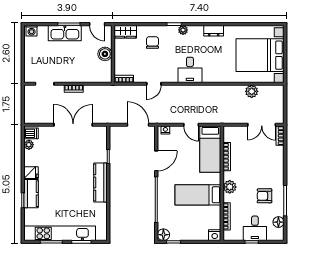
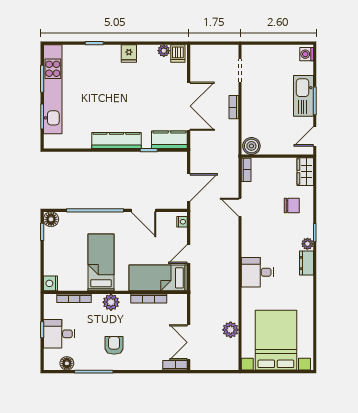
dresser: (214, 31) -> (306, 263), moved
boiler: (105, 54) -> (251, 146), moved
desk: (190, 70) -> (257, 272), moved
kitchen counter: (31, 194) -> (169, 140), moved, turned 180
armchair: (264, 196) -> (114, 345), moved

